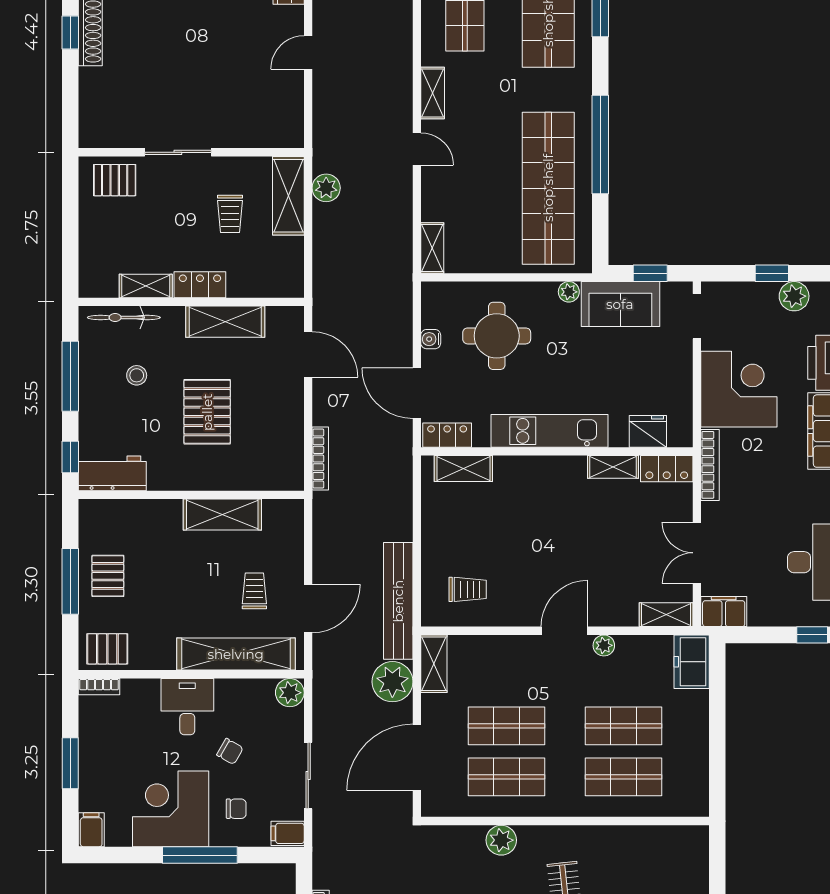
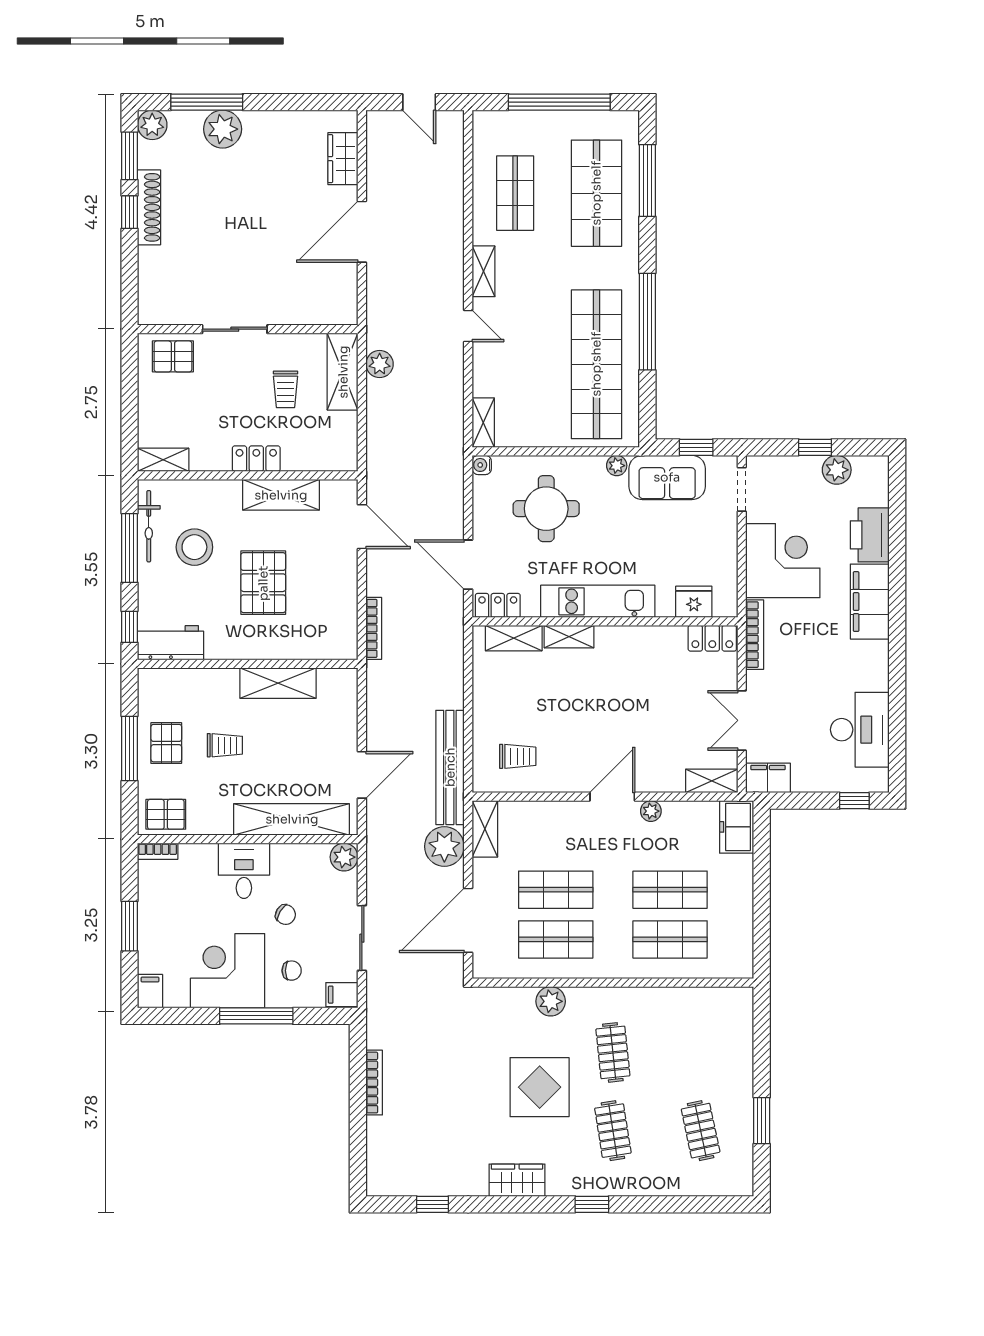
door: (308, 53) -> (362, 232), width x1.88
shelving: (146, 286) -> (163, 460), moved
bicycle: (124, 317) -> (149, 526), moved, turned -90
water cooler: (431, 339) -> (482, 465), moved
stool: (137, 375) -> (194, 547), width x1.89, depth x1.89
shelving: (613, 467) -> (569, 637), moved
trolley: (254, 591) -> (225, 745), moved, turned 90

